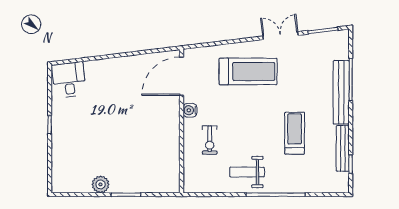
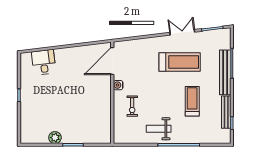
treadmill: (248, 71) -> (180, 62), moved
desk: (69, 80) -> (44, 62), moved

